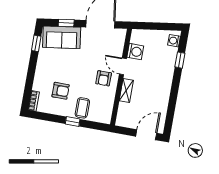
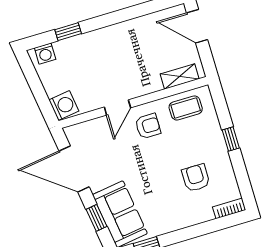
washing machine: (135, 52) -> (64, 105), moved, turned 82
shelving: (126, 90) -> (180, 76), moved
coffee table: (82, 108) -> (186, 108), moved

